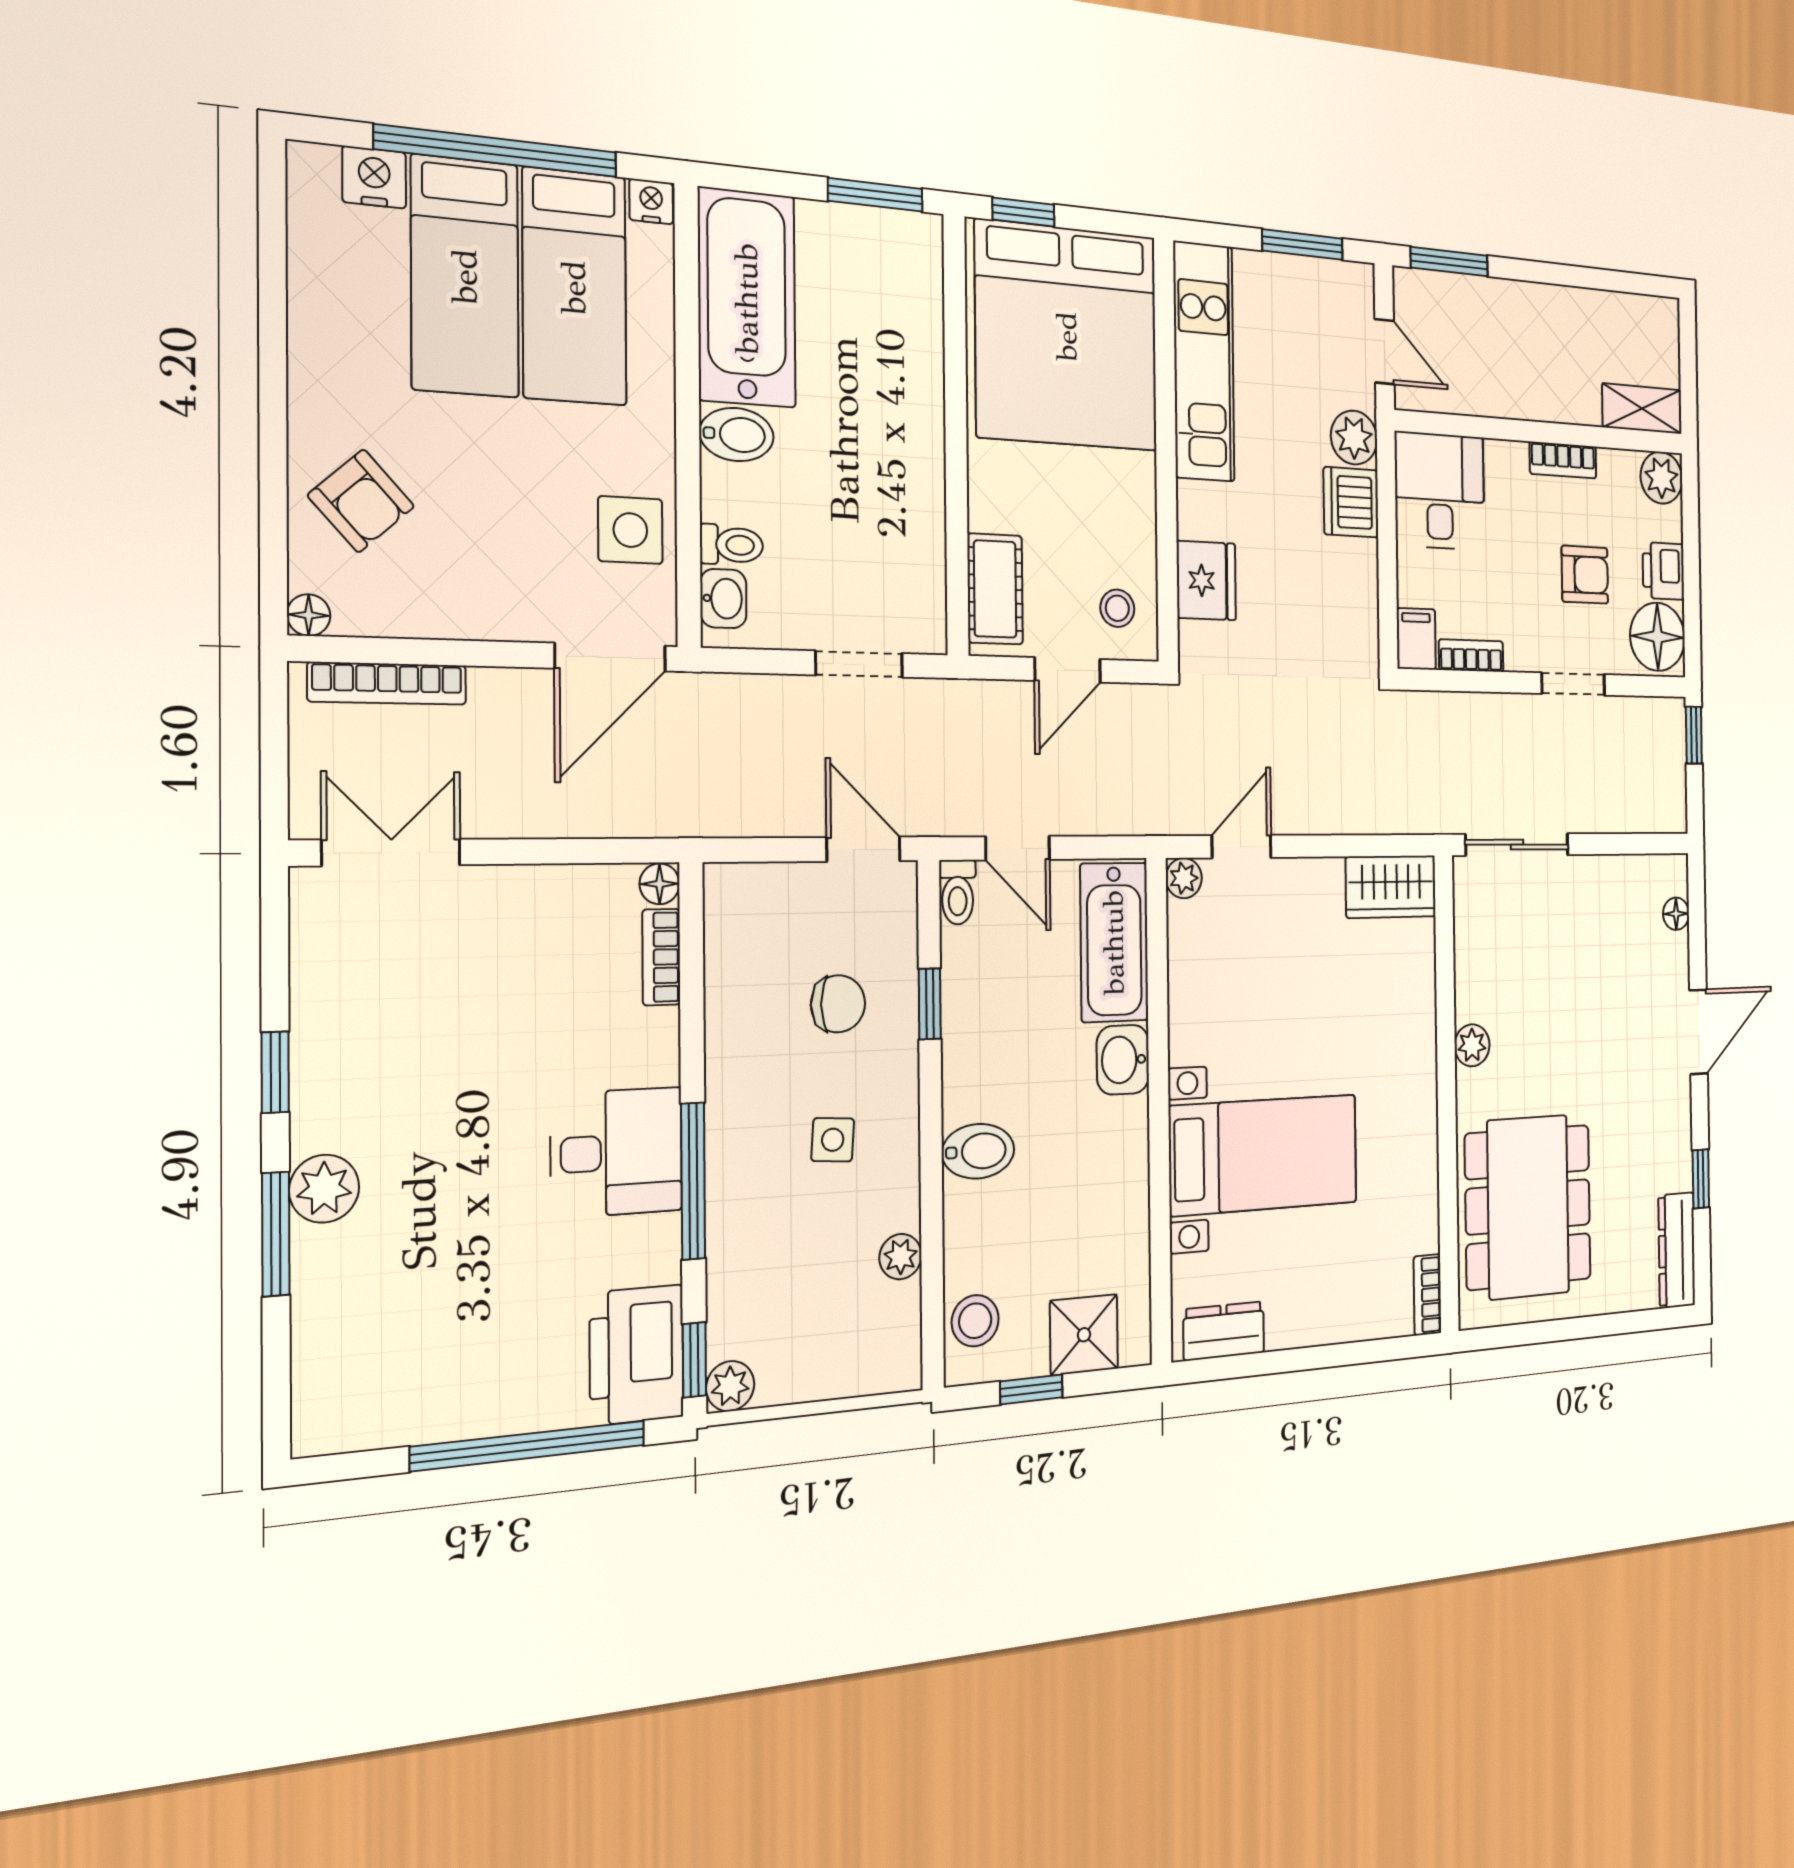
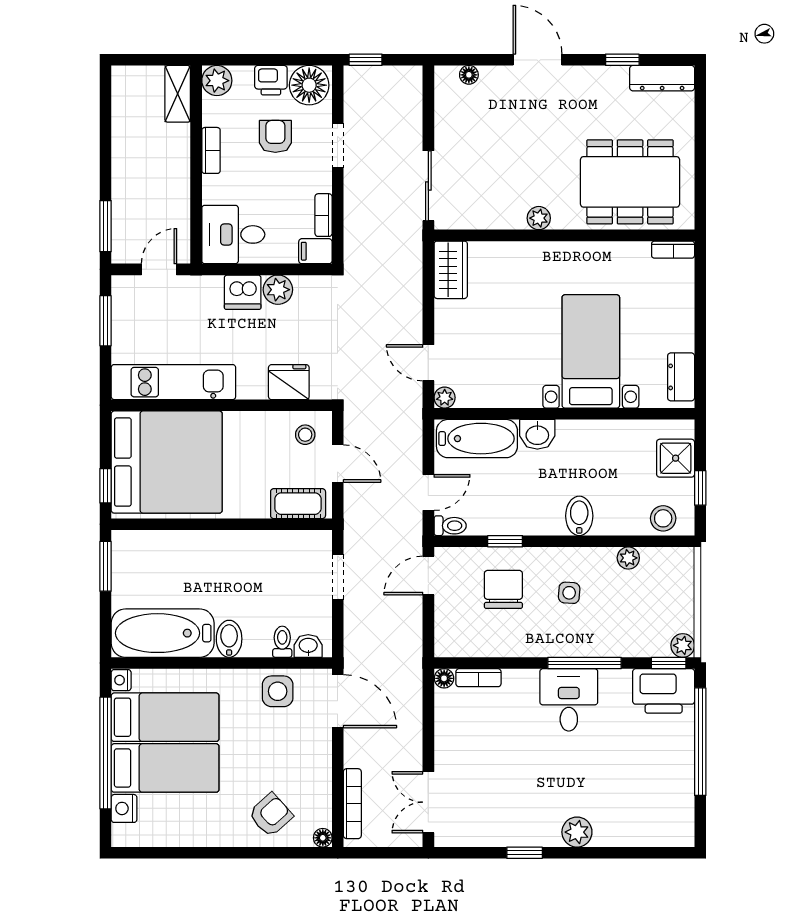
plant: (1354, 438) -> (278, 290), moved
chair: (838, 1004) -> (503, 589), width x1.37, depth x1.37
window: (276, 1234) -> (595, 853), removed

